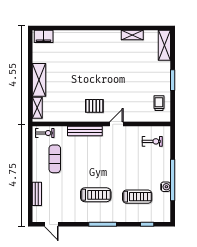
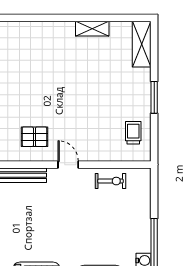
door: (116, 124) -> (68, 165), hinge flipped
exercise bike: (152, 141) -> (111, 181), moved

